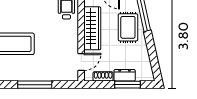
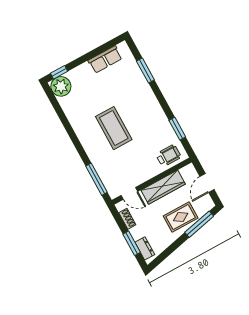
dresser: (125, 75) -> (145, 248), moved
window: (35, 85) -> (97, 179), moved

